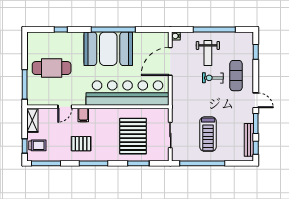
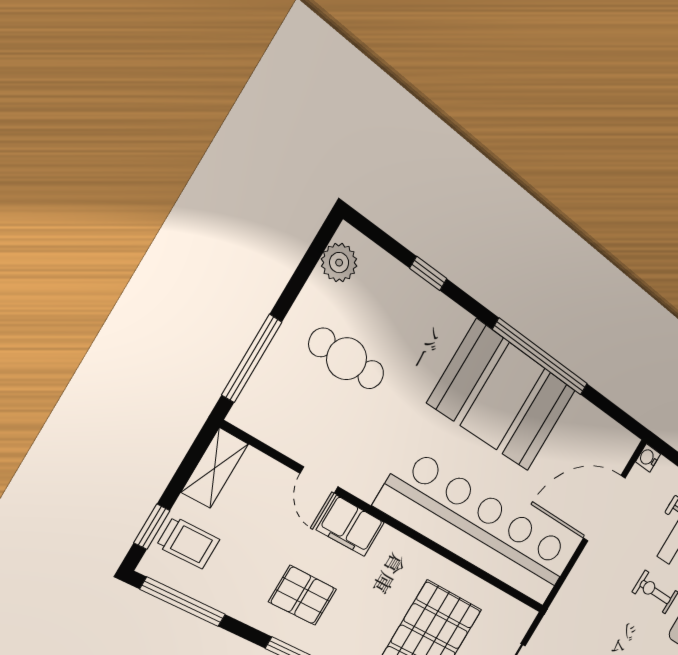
plant: (33, 44) -> (339, 263), added
cafe table: (52, 68) -> (347, 359), width x0.73, depth x0.74
door: (65, 107) -> (319, 480), hinge flipped
filing cabinet: (83, 115) -> (350, 526), width x2.00

